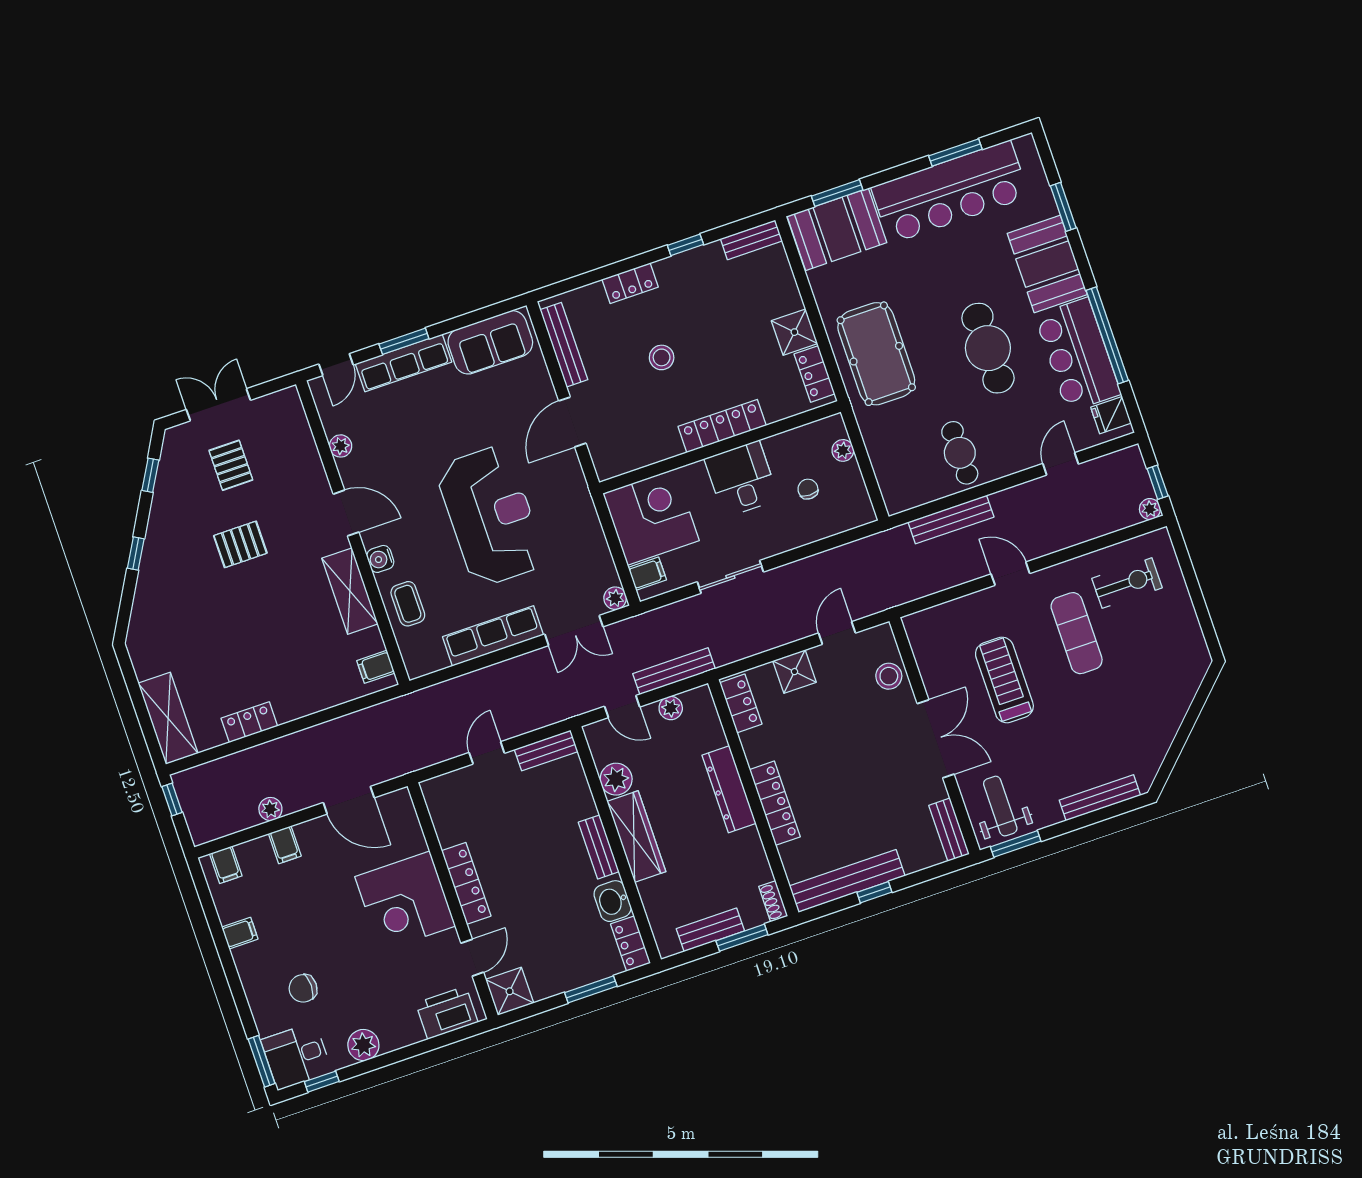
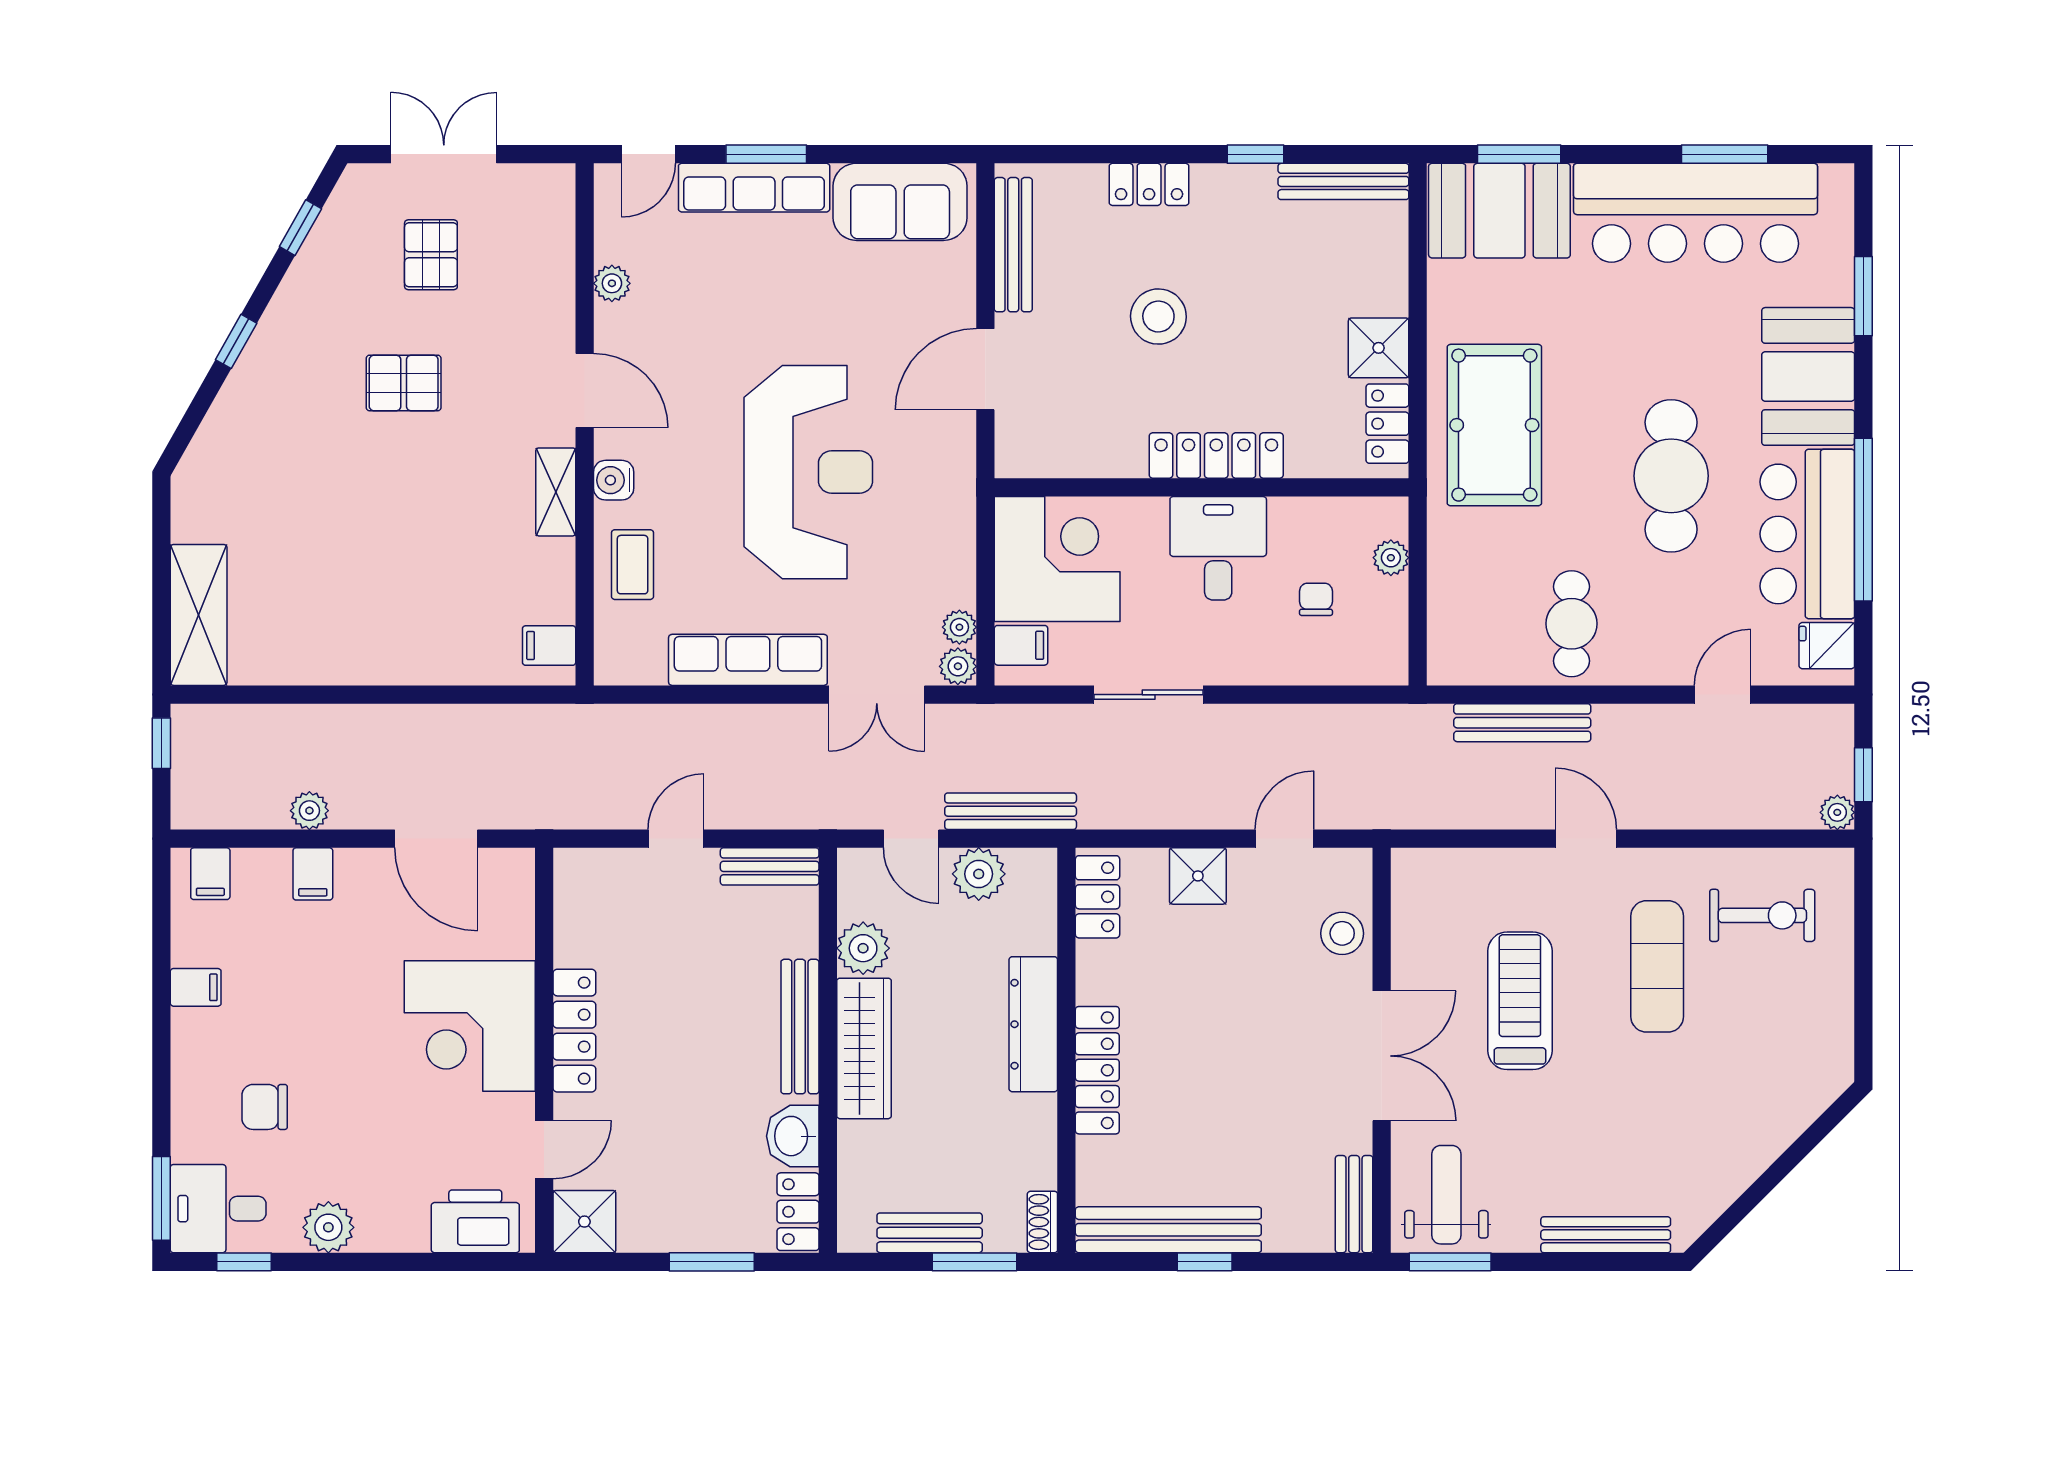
bench: (751, 240) -> (1343, 181), width x1.36
stool: (662, 357) -> (1158, 317), width x1.38, depth x1.38
plant: (608, 575) -> (959, 627), added
shelving: (350, 591) -> (556, 492), width x0.67, depth x0.75
plant: (671, 708) -> (979, 874), width x1.38, depth x1.38
locker: (249, 722) -> (323, 664), removed
bench: (599, 847) -> (800, 1027), width x1.36

